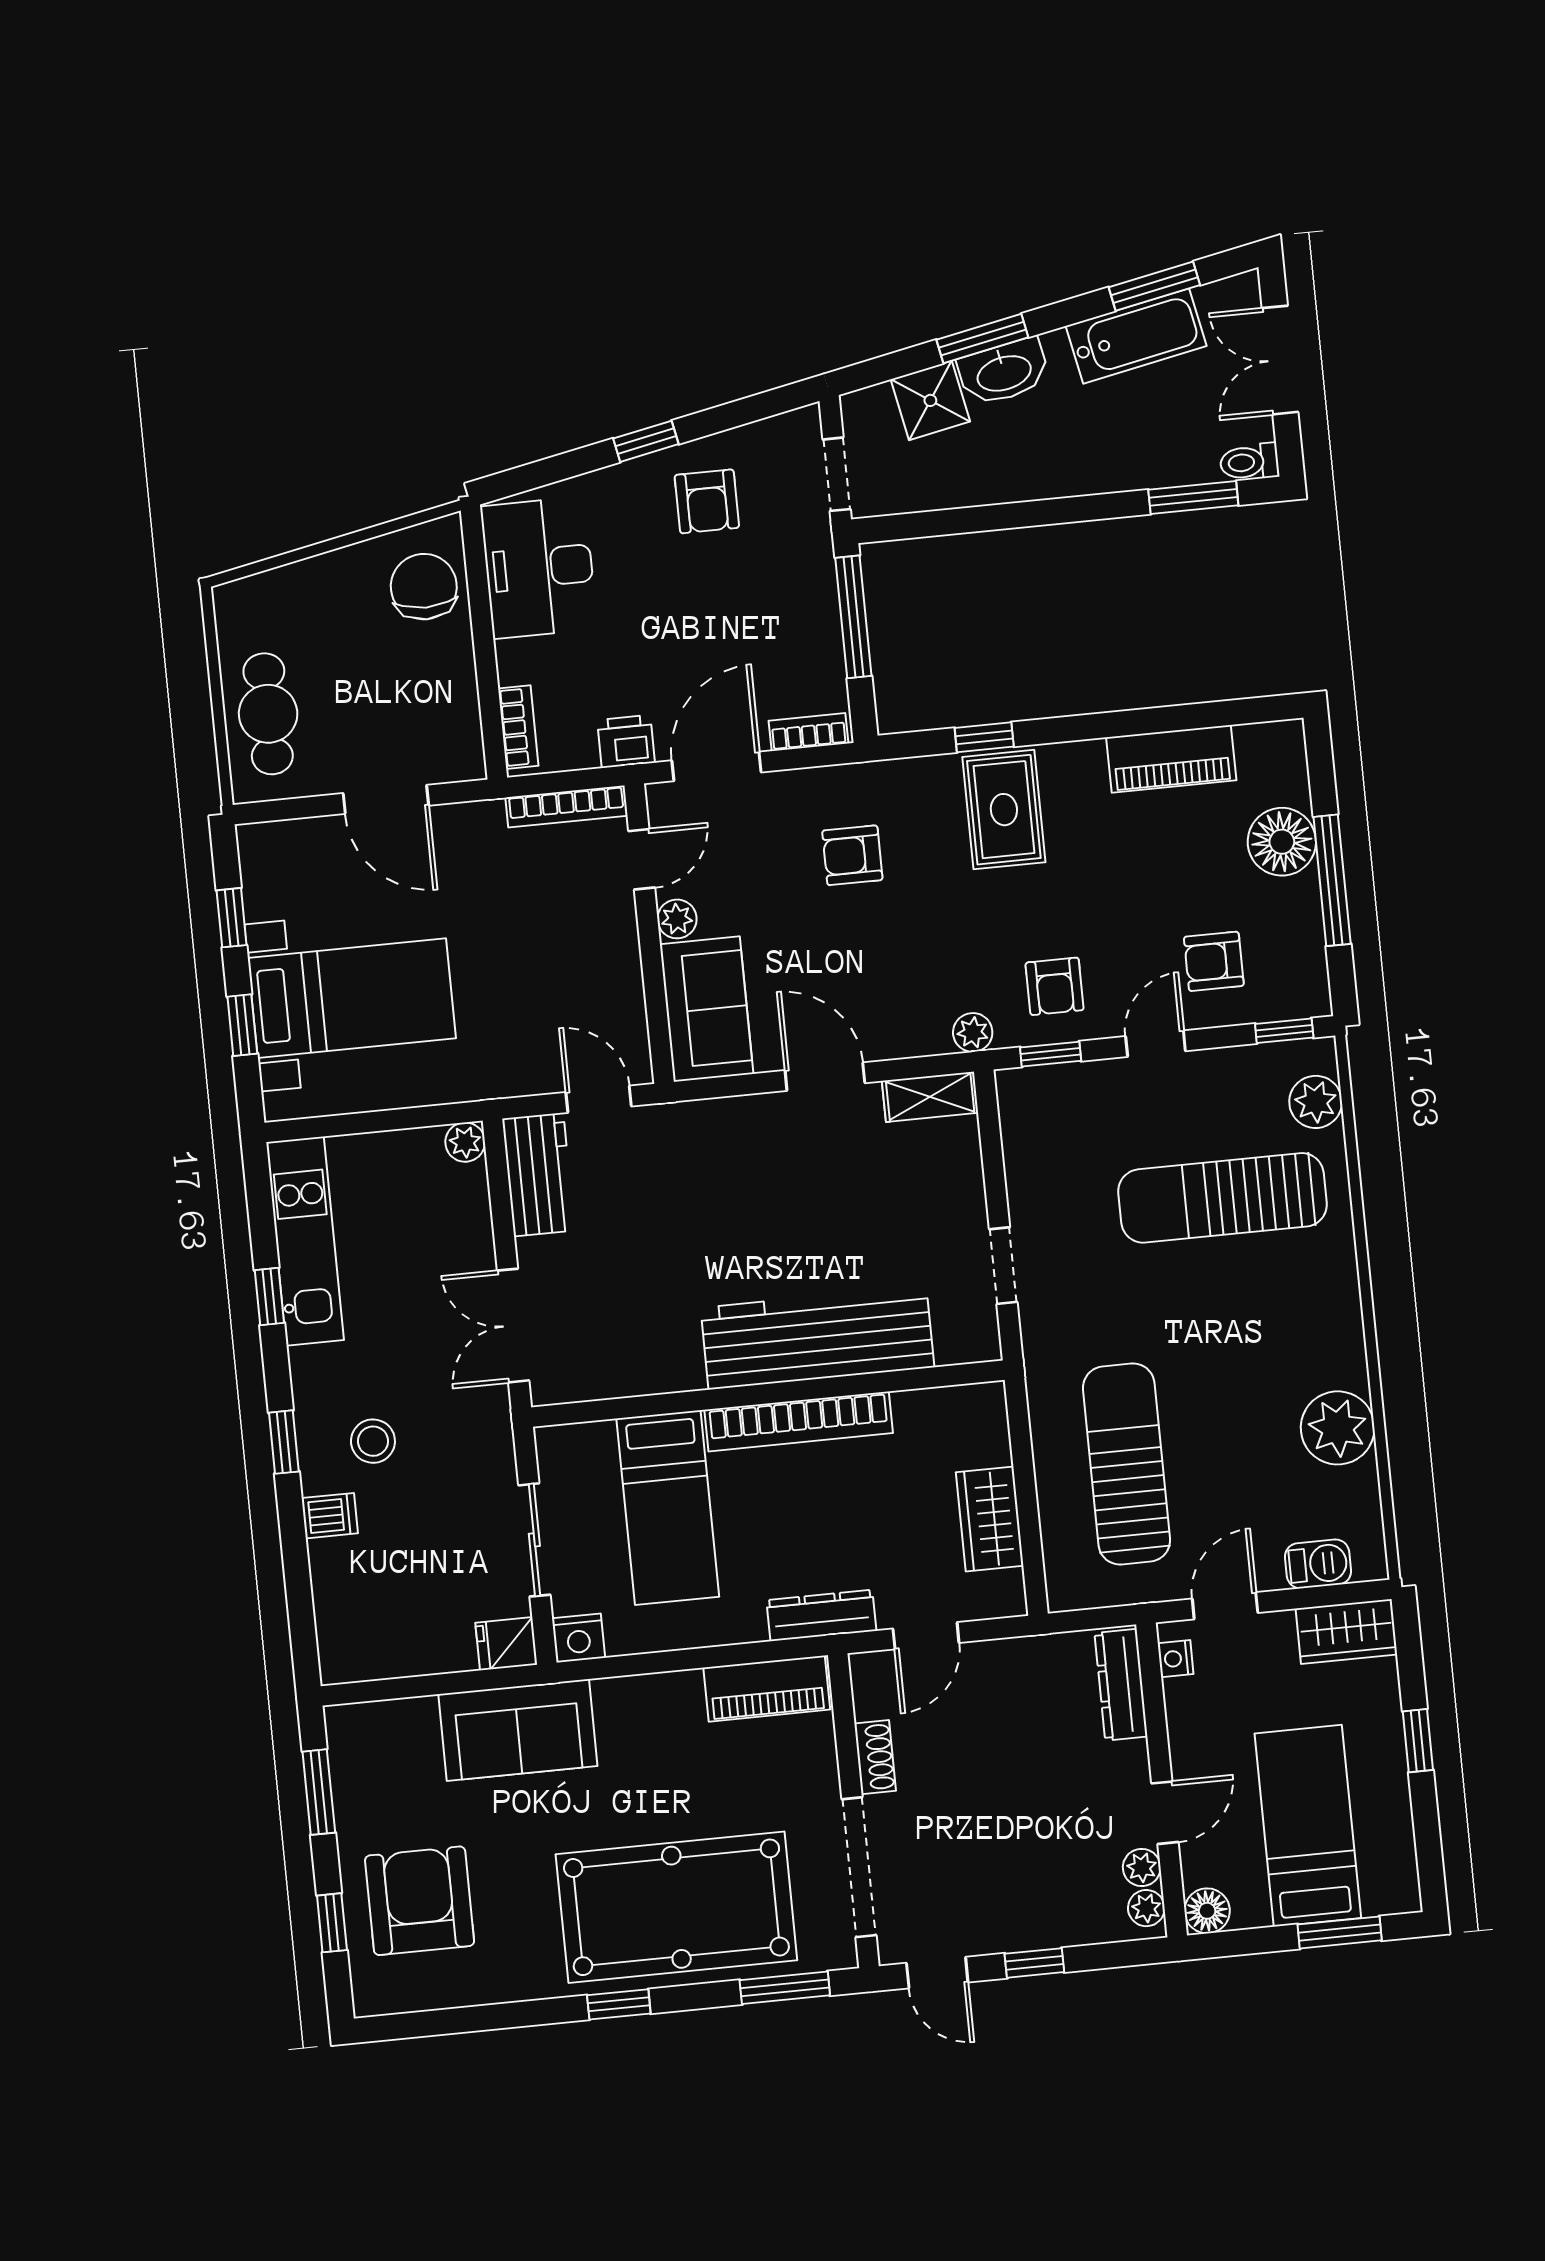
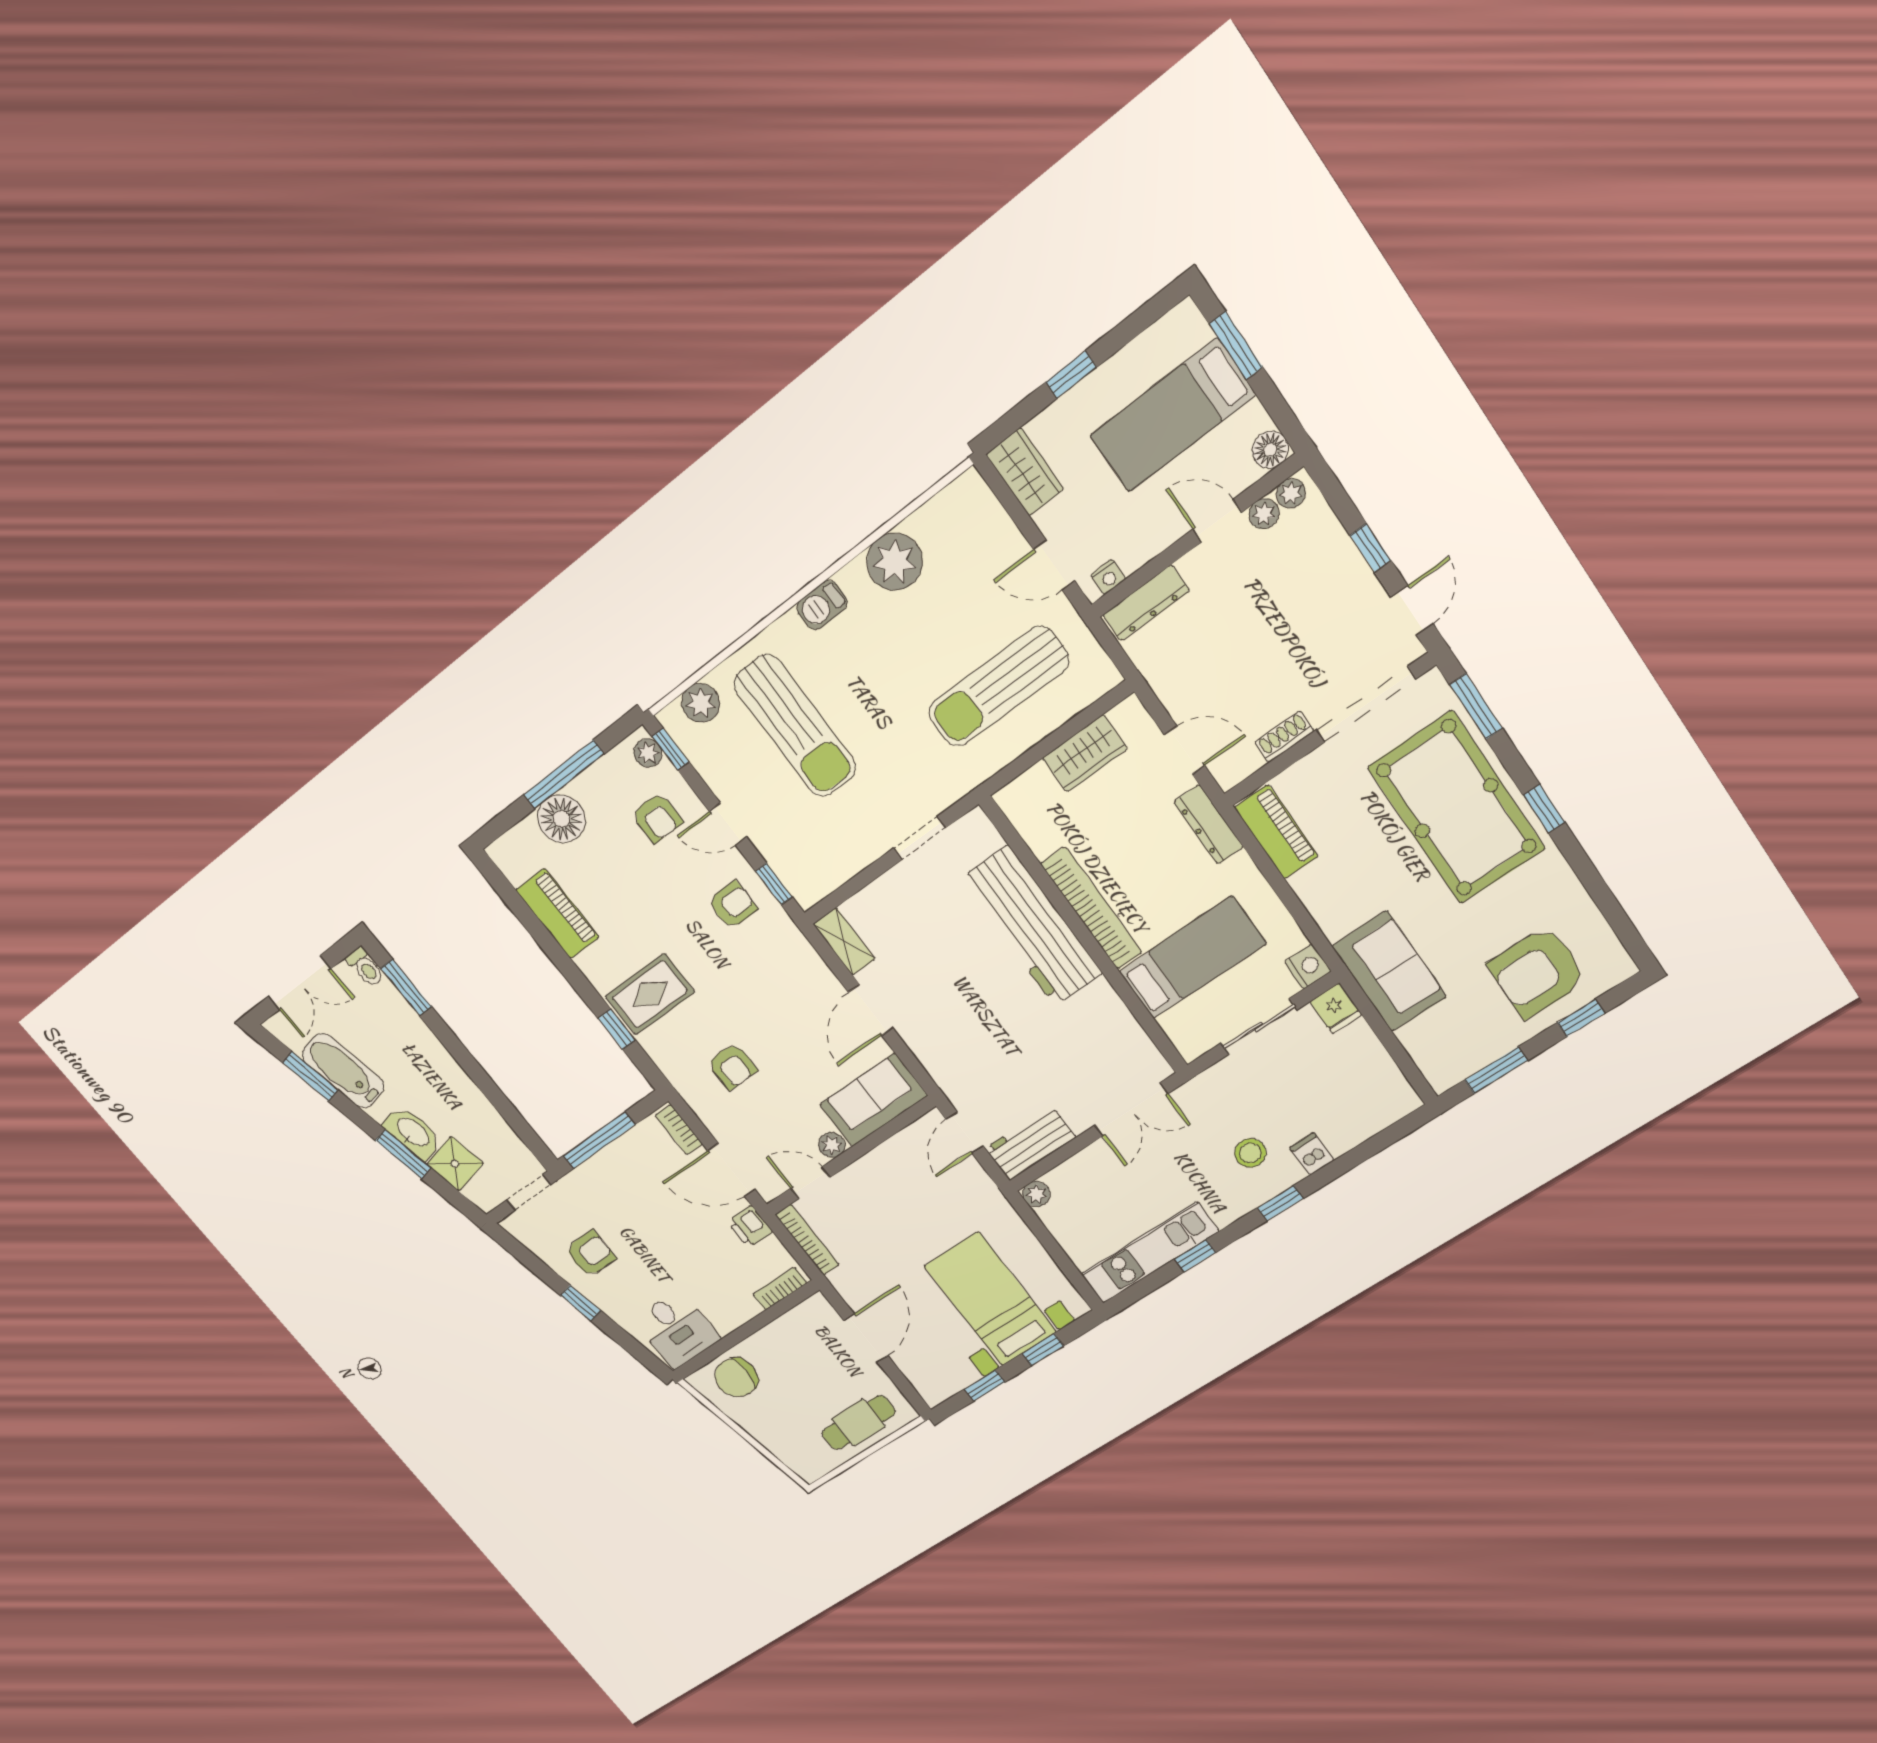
desk: (539, 568) -> (677, 1329), width x0.73
plant: (973, 1032) -> (648, 753), moved
barbecue: (1318, 1564) -> (822, 605), moved, turned -90

